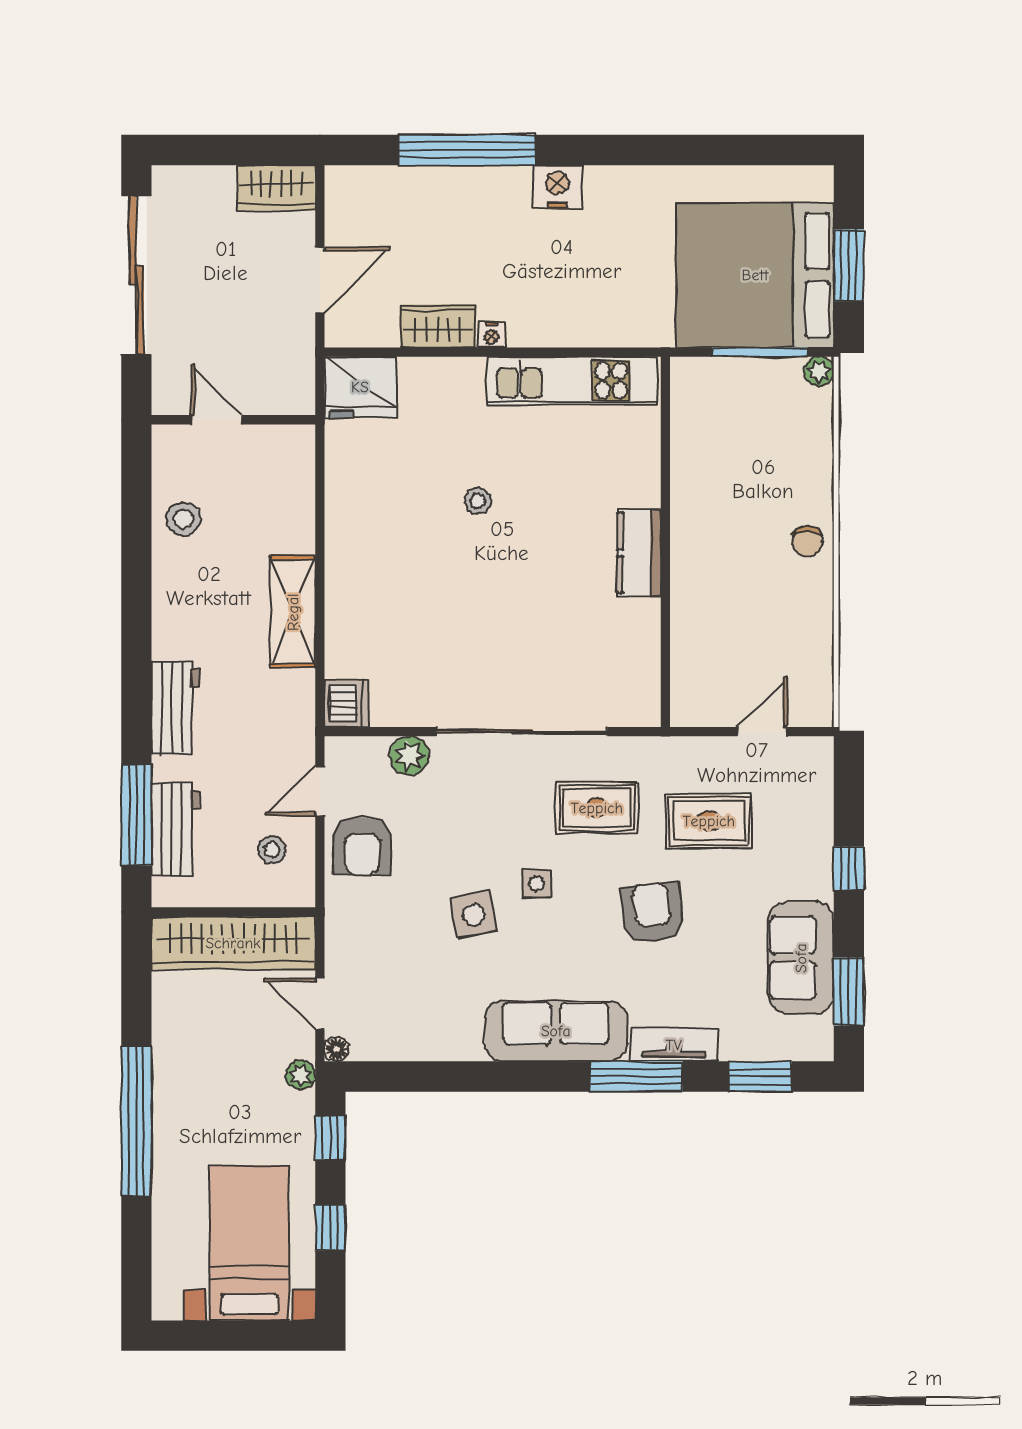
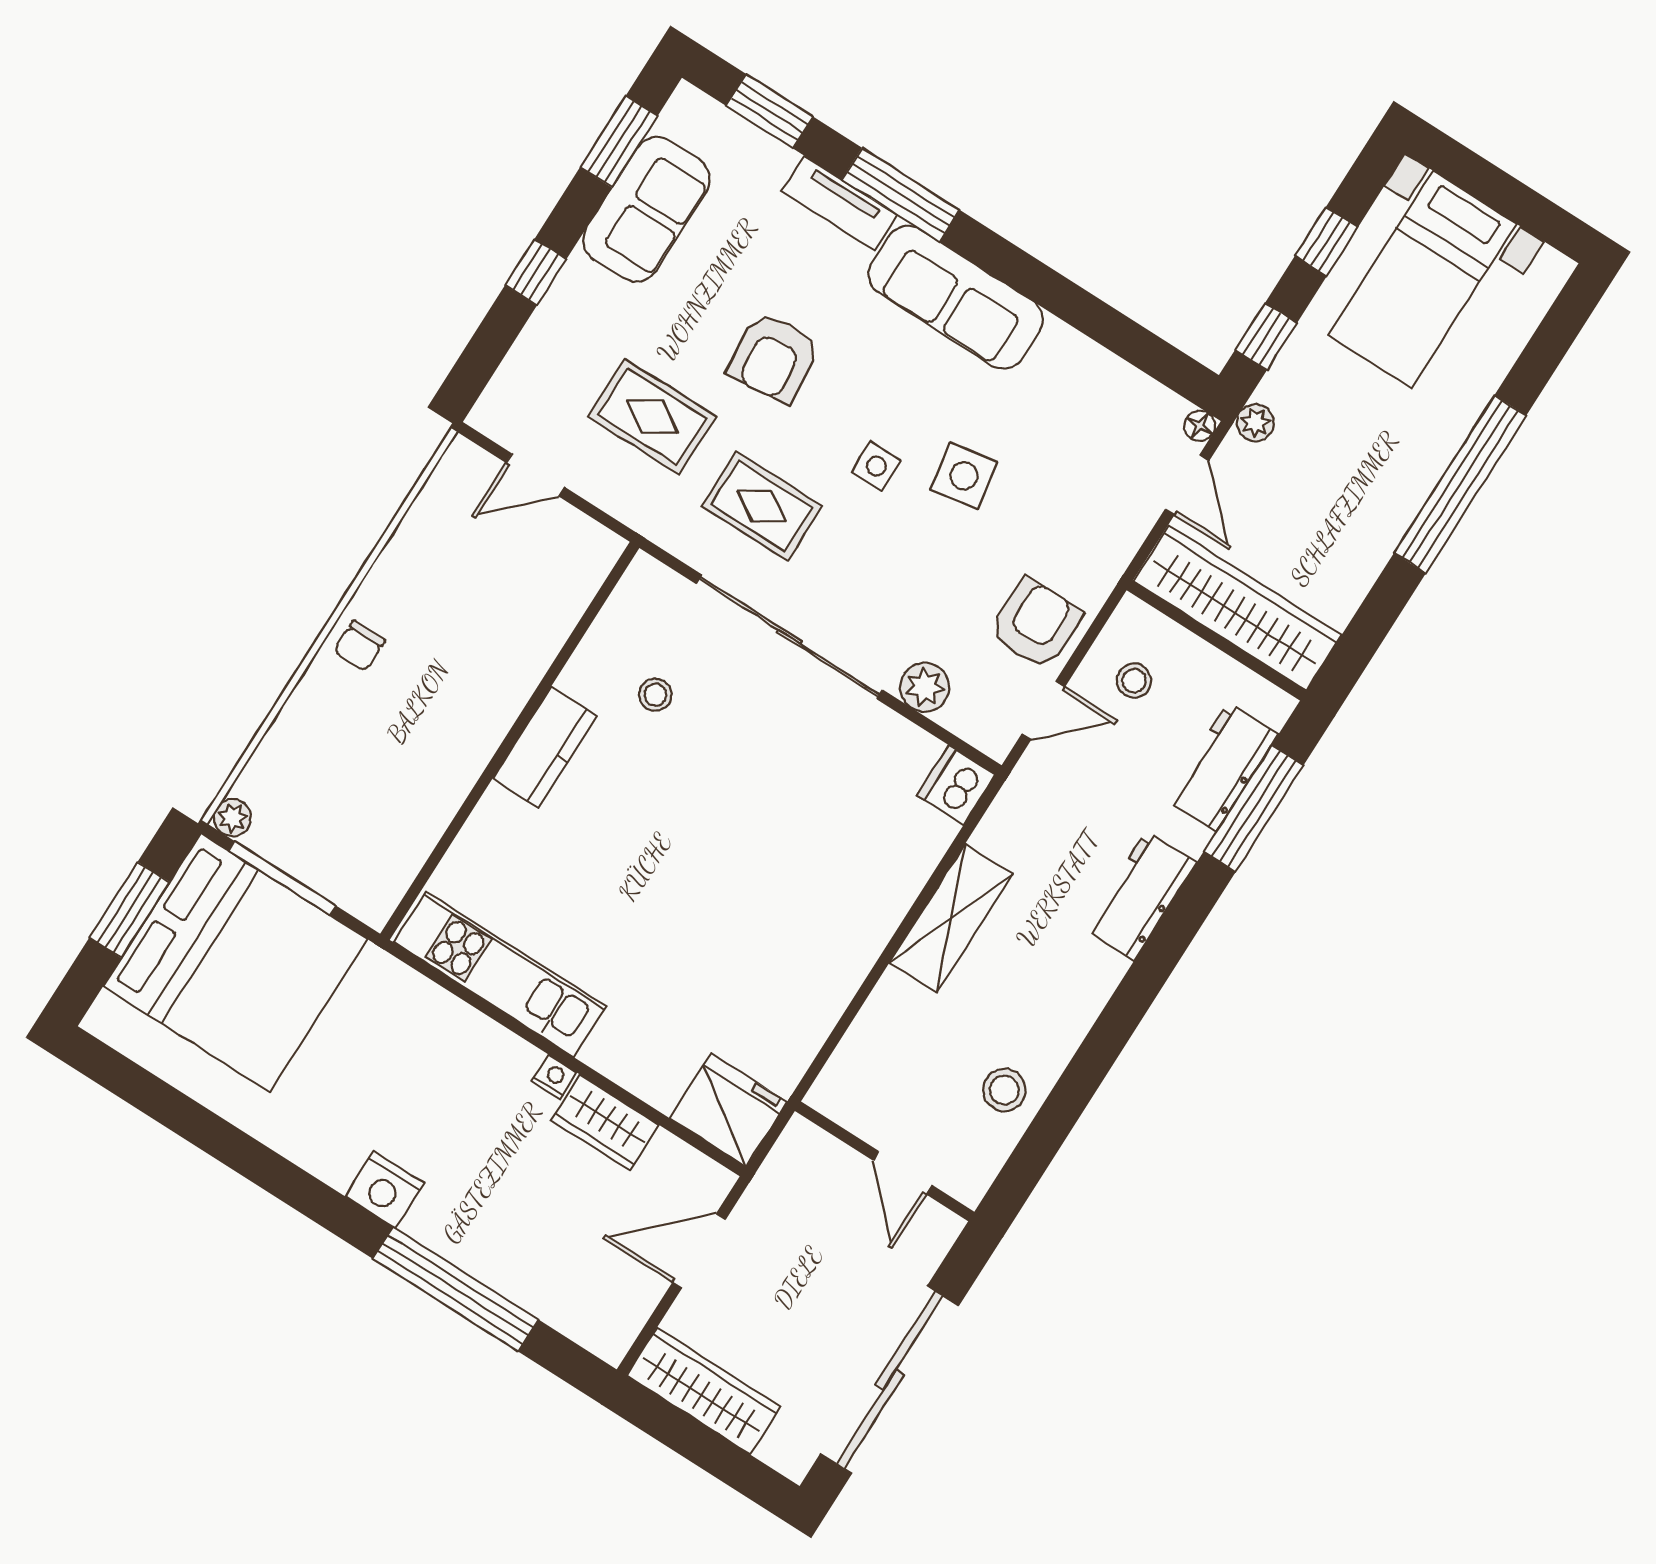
wardrobe: (276, 188) -> (704, 1391), width x1.50
stool: (478, 501) -> (655, 695), moved
chair: (807, 541) -> (359, 646), turned 180

